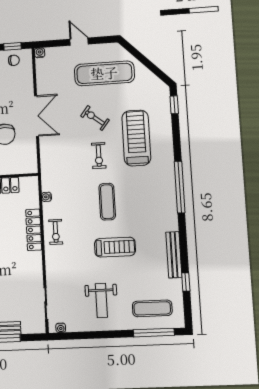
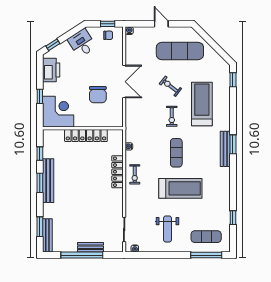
window: (180, 187) -> (233, 144), width x0.47
treadmill: (115, 247) -> (180, 188), width x1.37, depth x1.38
bench: (174, 255) -> (225, 149), moved

